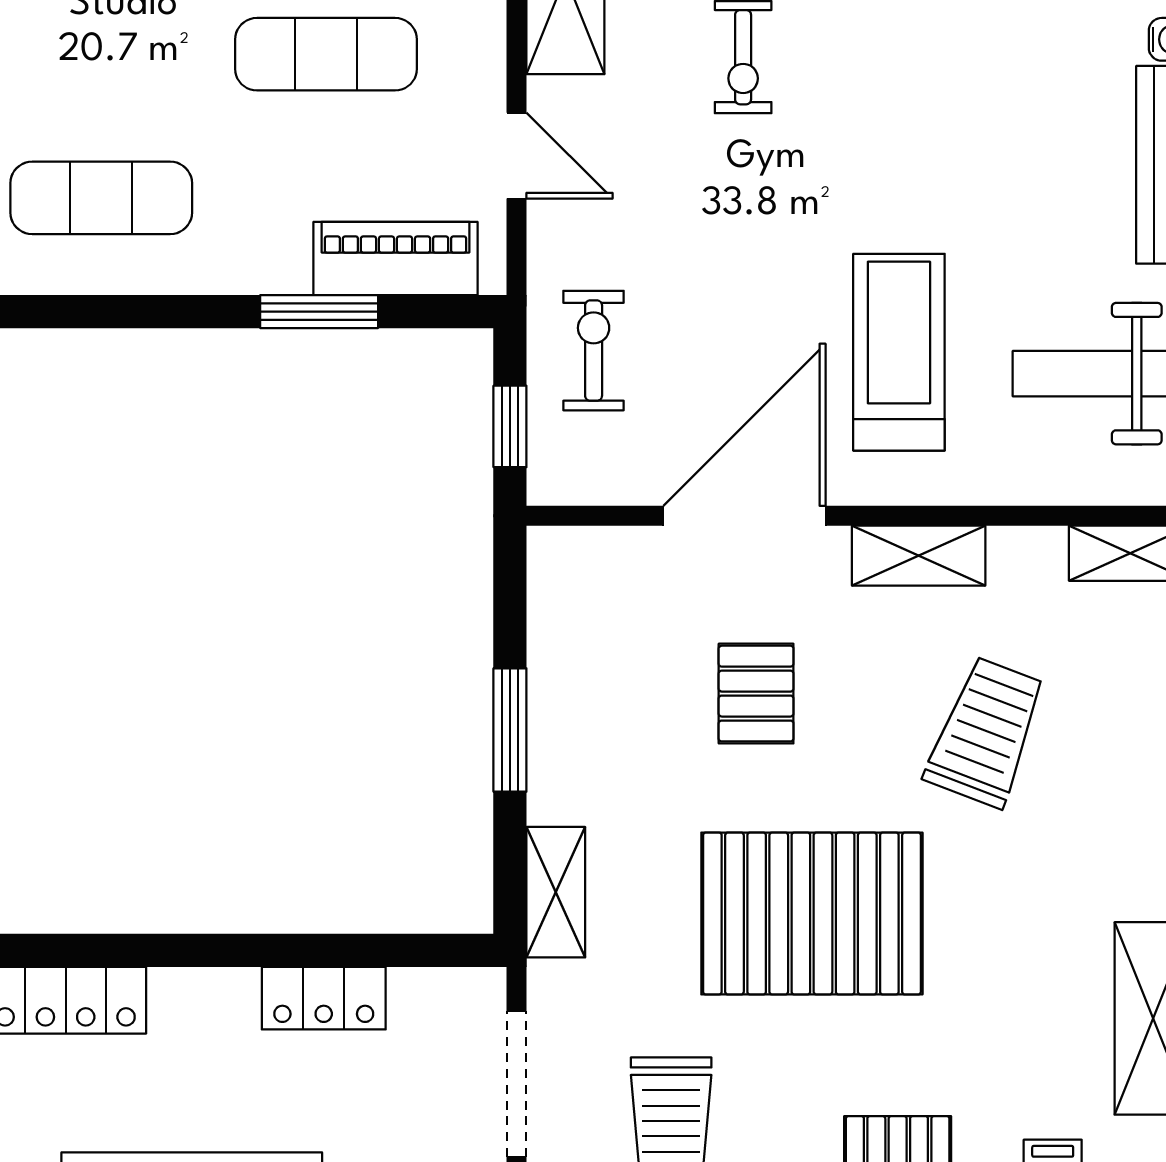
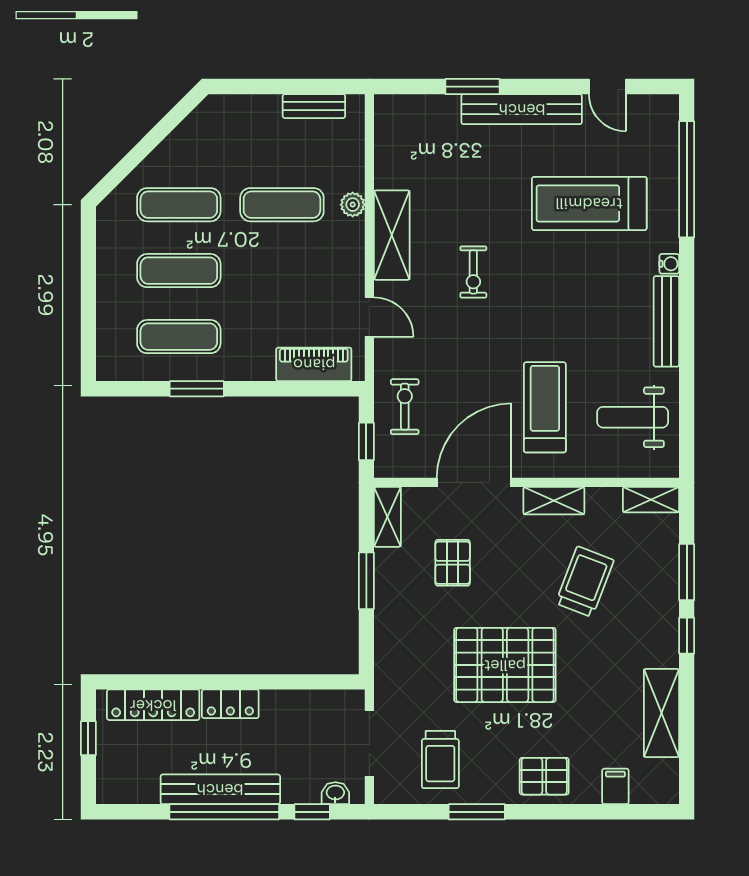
exercise mat: (326, 54) -> (179, 271), moved
window: (319, 312) -> (197, 389), moved
pallet: (756, 694) -> (453, 563), moved
shelving: (556, 892) -> (387, 517), moved
locker: (324, 998) -> (230, 704), moved

